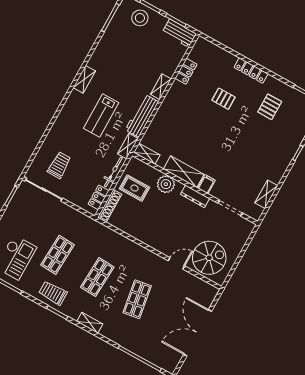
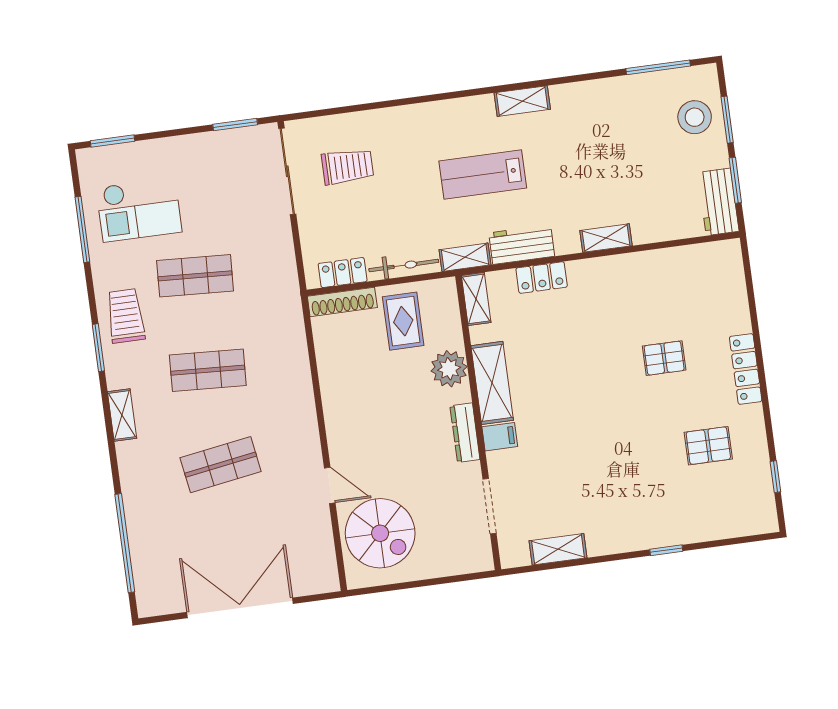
locker: (186, 71) -> (542, 278), moved
pallet: (224, 99) -> (664, 358), turned 90
workbench: (142, 116) -> (522, 245), width x0.73

